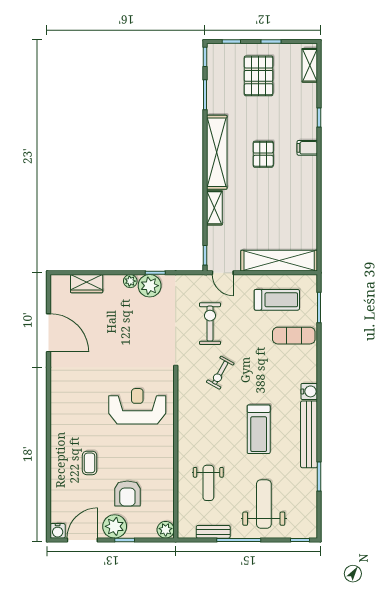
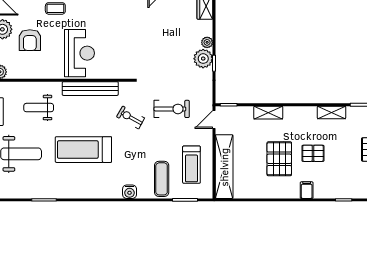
filing cabinet: (307, 148) -> (307, 190), moved
shelving: (217, 152) -> (332, 112), width x0.45, depth x0.75
pallet: (270, 195) -> (279, 159), added
water cooler: (309, 391) -> (130, 192), moved
reception desk: (137, 406) -> (79, 53), moved
treadmill: (259, 429) -> (83, 150), width x1.37, depth x1.38
bench: (309, 434) -> (90, 89), moved
armchair: (127, 493) -> (30, 40), turned -90

